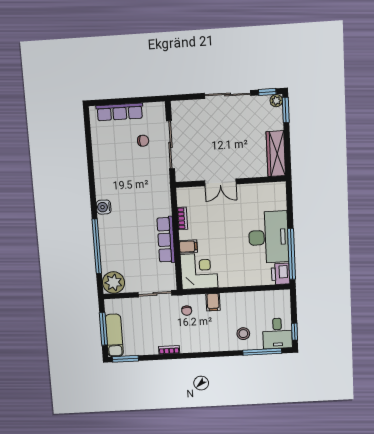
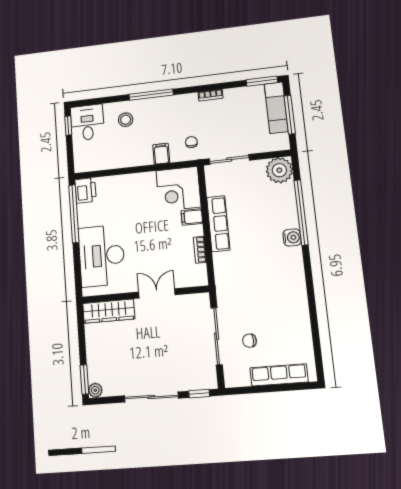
window: (267, 92) -> (199, 394), moved
wardrobe: (276, 154) -> (109, 311), moved, turned 90
water cooler: (104, 207) -> (292, 237), moved
desk: (269, 237) -> (102, 256), moved
window: (262, 352) -> (151, 95), moved

